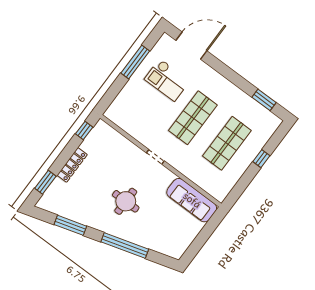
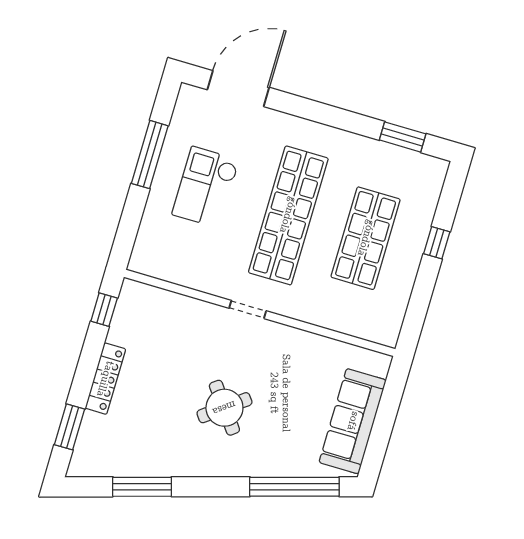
checkout: (167, 80) -> (206, 187), moved, turned 90
shop shelf: (193, 118) -> (288, 215), width x1.40
sofa: (192, 200) -> (353, 421), moved, turned 90
round table: (126, 201) -> (224, 408), turned -37
window: (125, 246) -> (294, 487), moved

